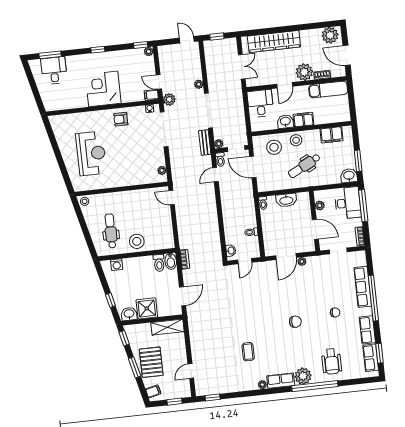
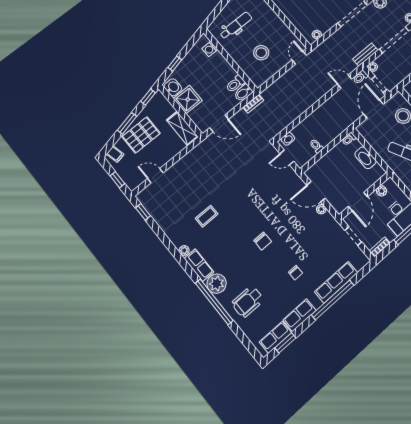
stool: (137, 241) -> (261, 53), moved

